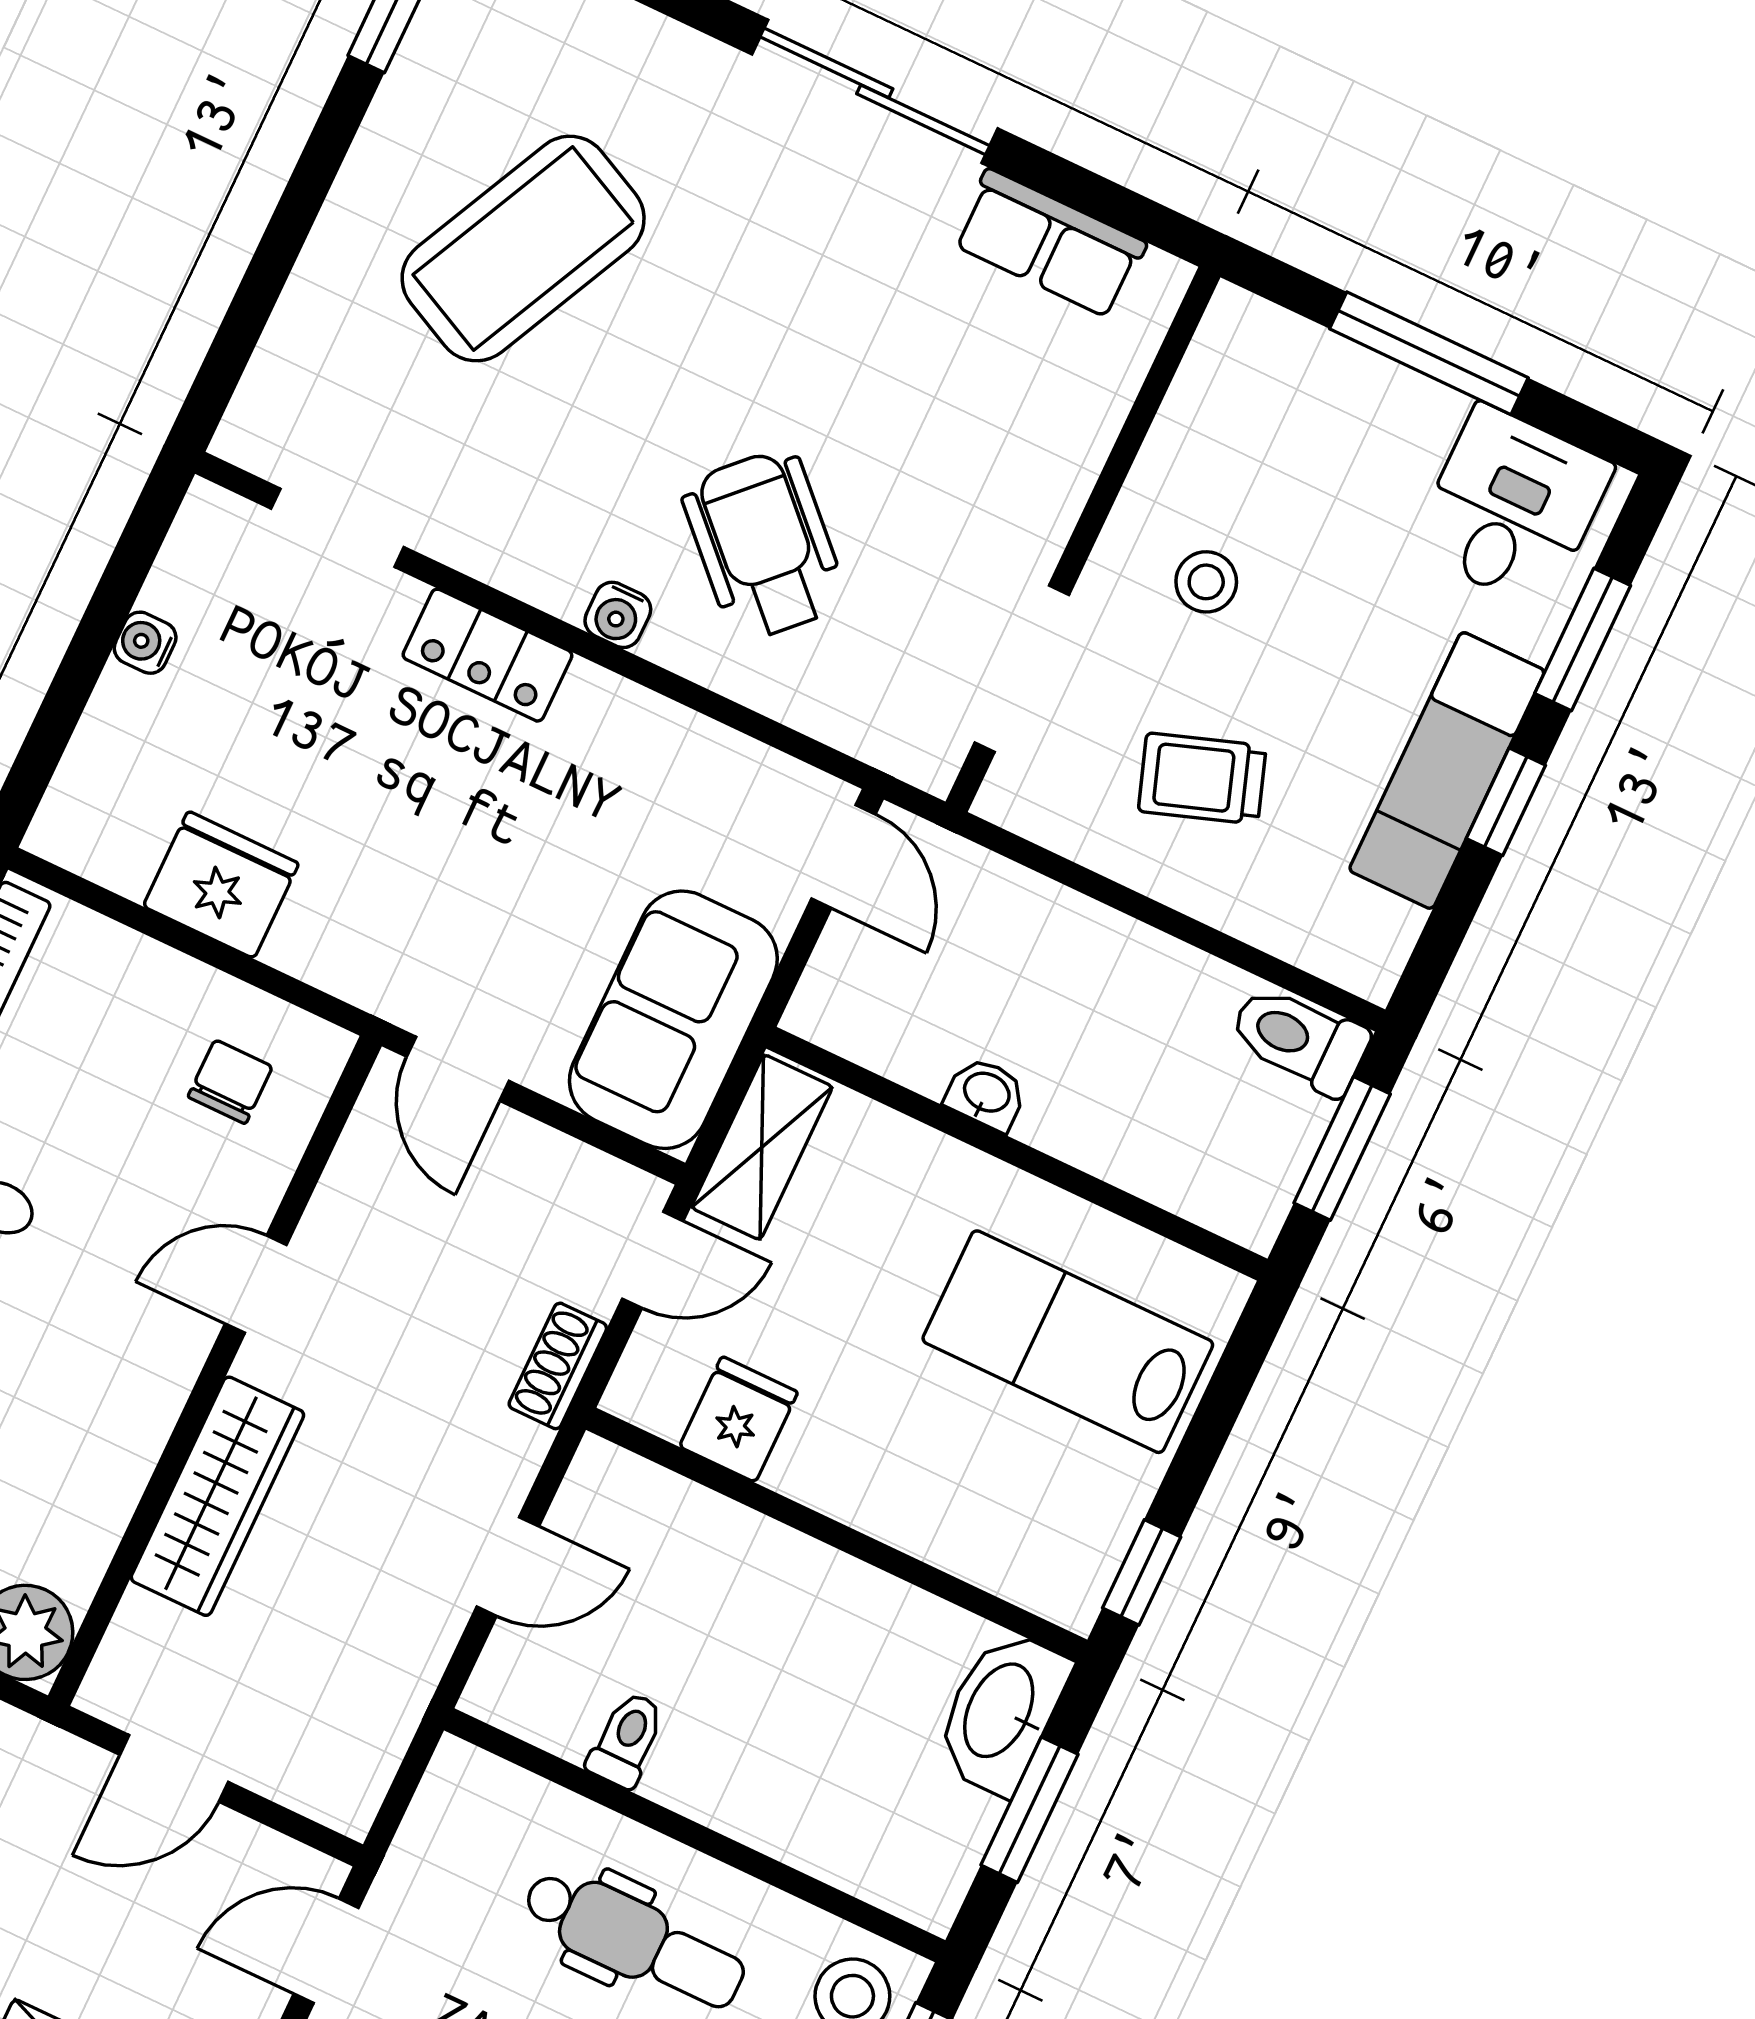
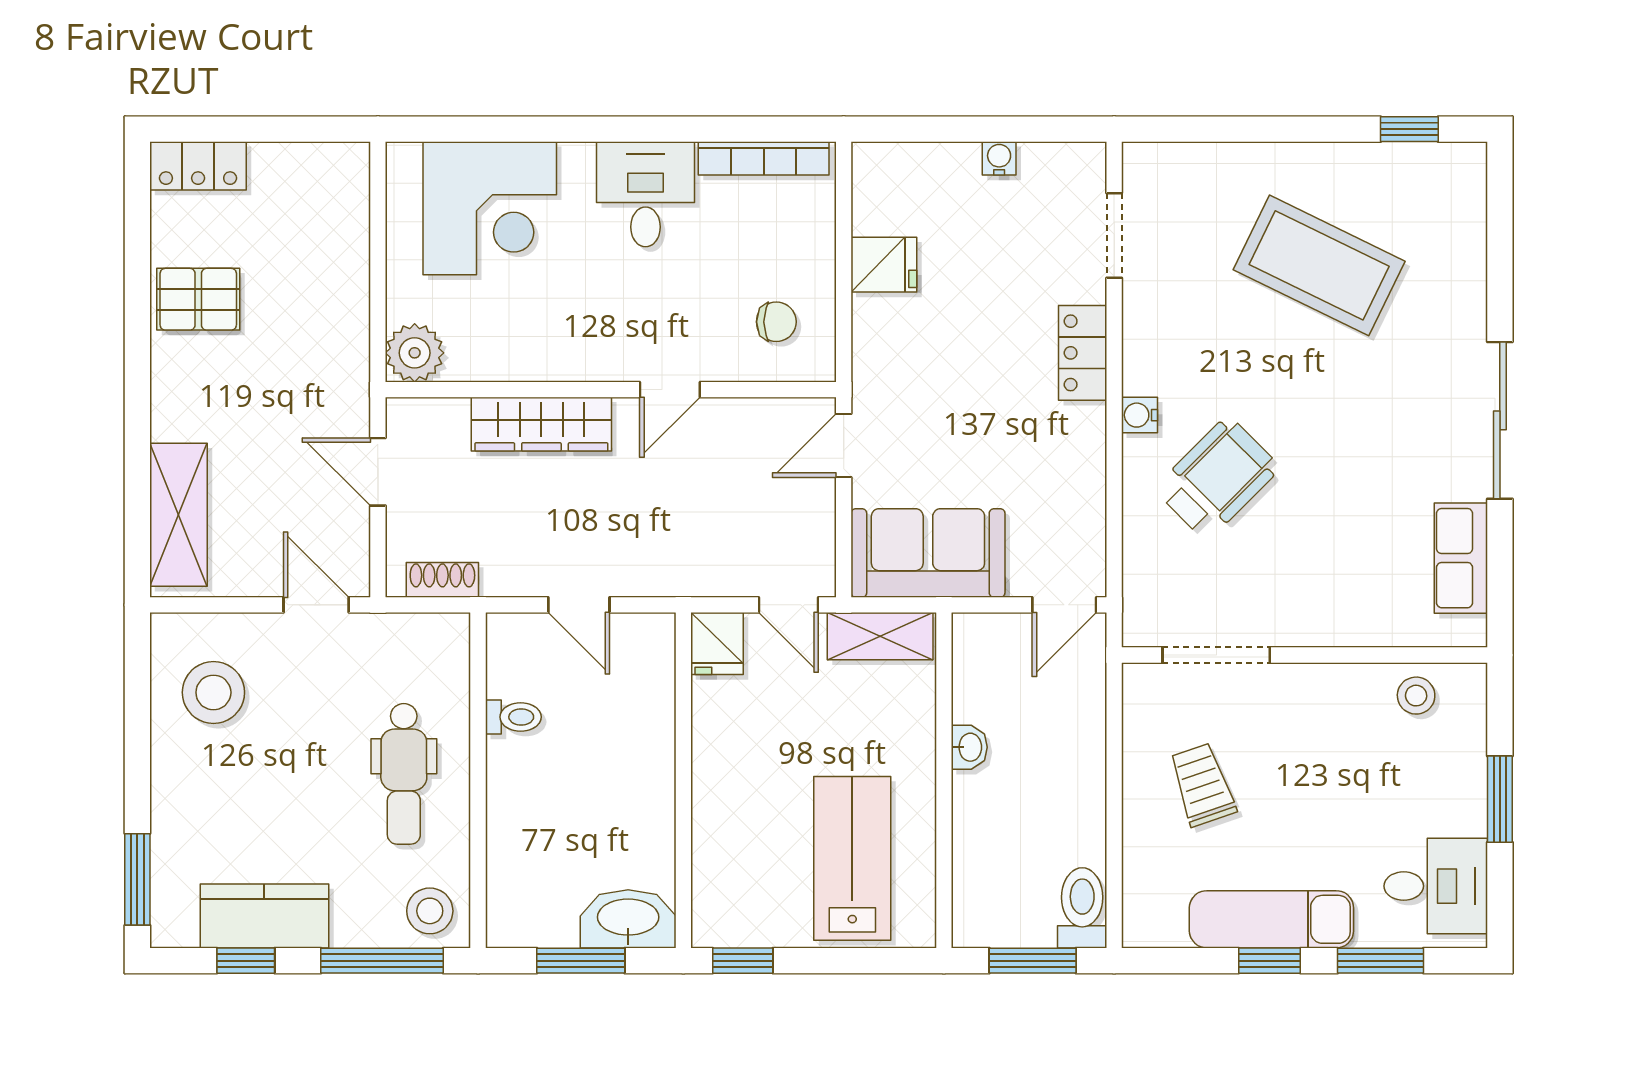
window: (1429, 353) -> (1500, 799), width x0.69
stool: (1206, 582) -> (1416, 696), moved
fridge: (221, 885) -> (884, 265), width x0.72
door: (256, 1284) -> (670, 390), swing flipped
shoe rack: (558, 1366) -> (442, 580), moved
fridge: (739, 1419) -> (717, 644), moved, turned 90

